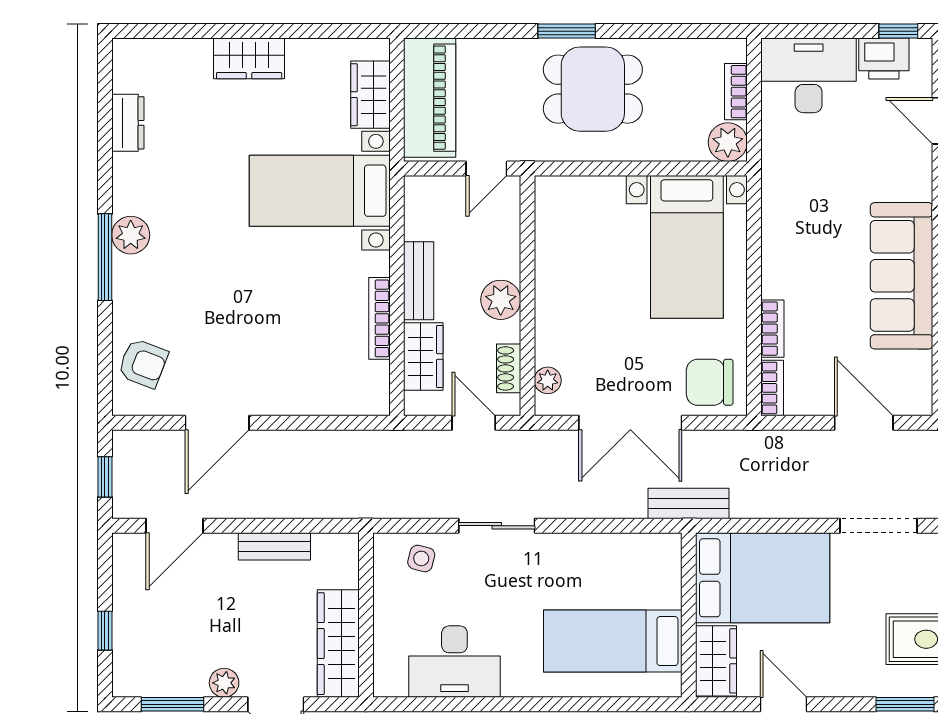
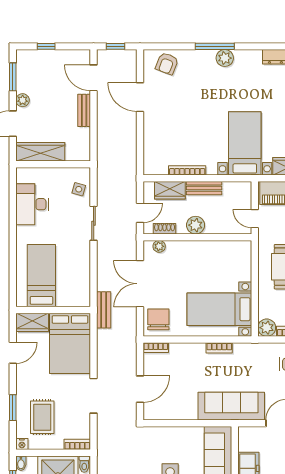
sofa: (902, 276) -> (231, 406), moved
bookcase: (772, 329) -> (219, 348), moved
bench: (274, 546) -> (84, 110), moved

